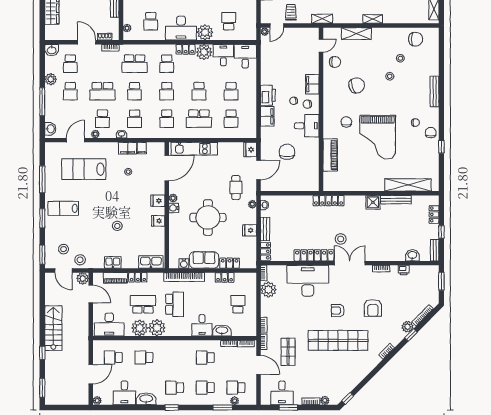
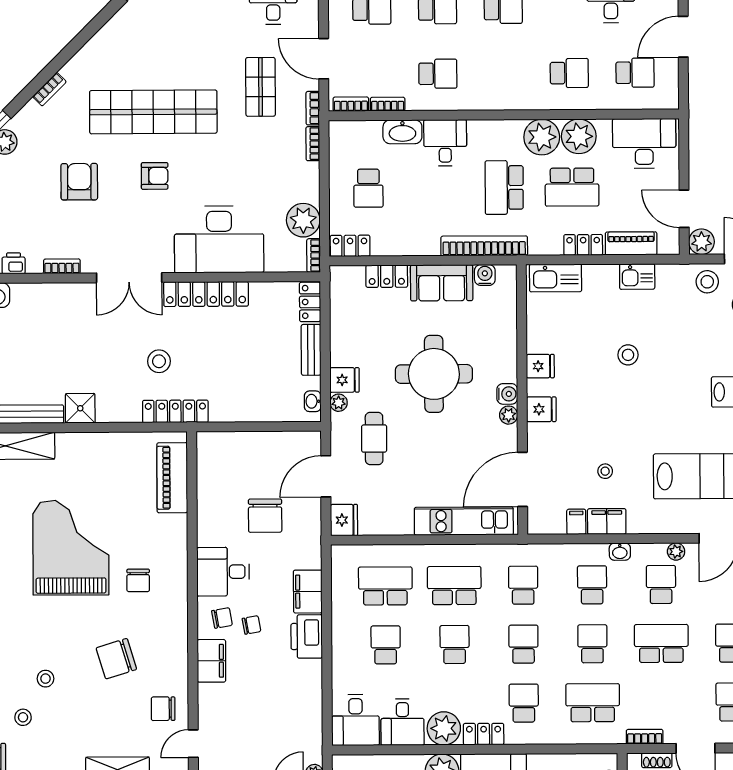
school desk: (231, 119) -> (385, 586), width x1.85
piano: (330, 155) -> (172, 478), moved
fridge: (250, 230) -> (344, 380), moved
stool: (341, 239) -> (159, 361), moved
locker: (225, 277) -> (350, 246), moved

